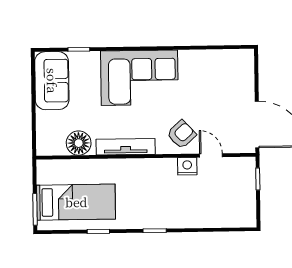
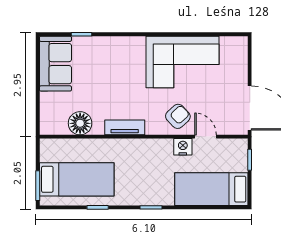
corner sofa: (139, 78) -> (182, 62), moved
tv unit: (126, 147) -> (125, 127), width x0.71
bed: (218, 211) -> (211, 189), added

